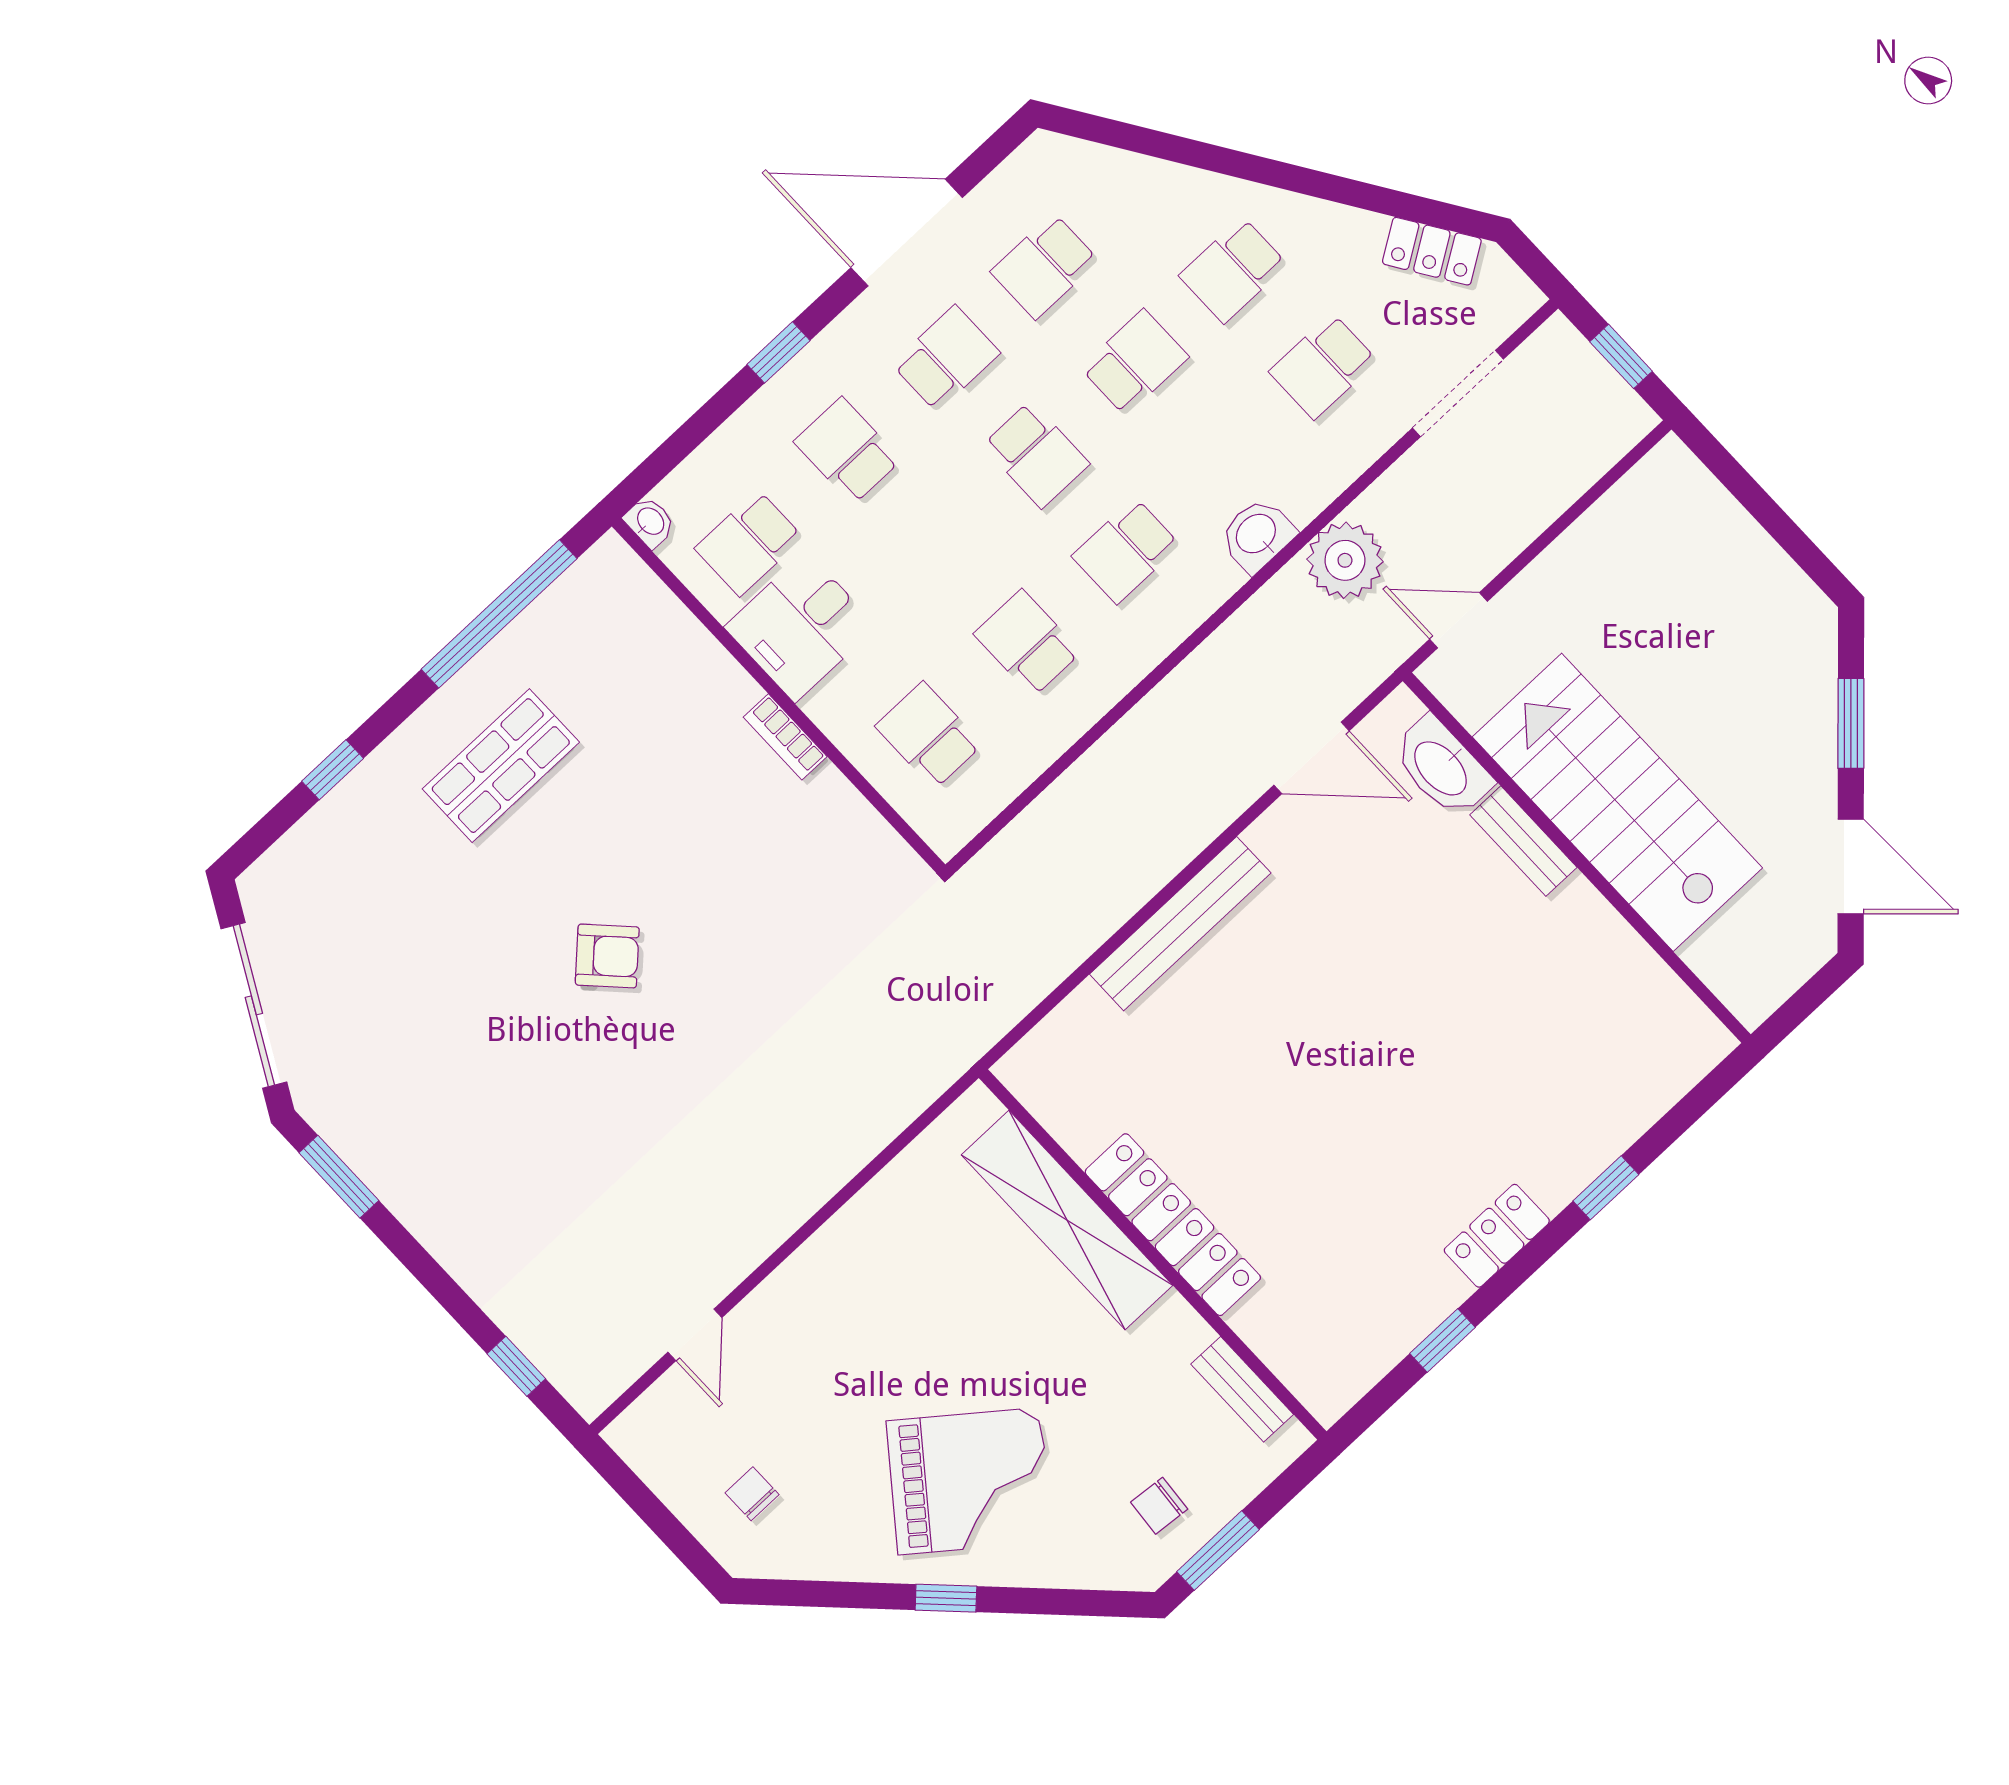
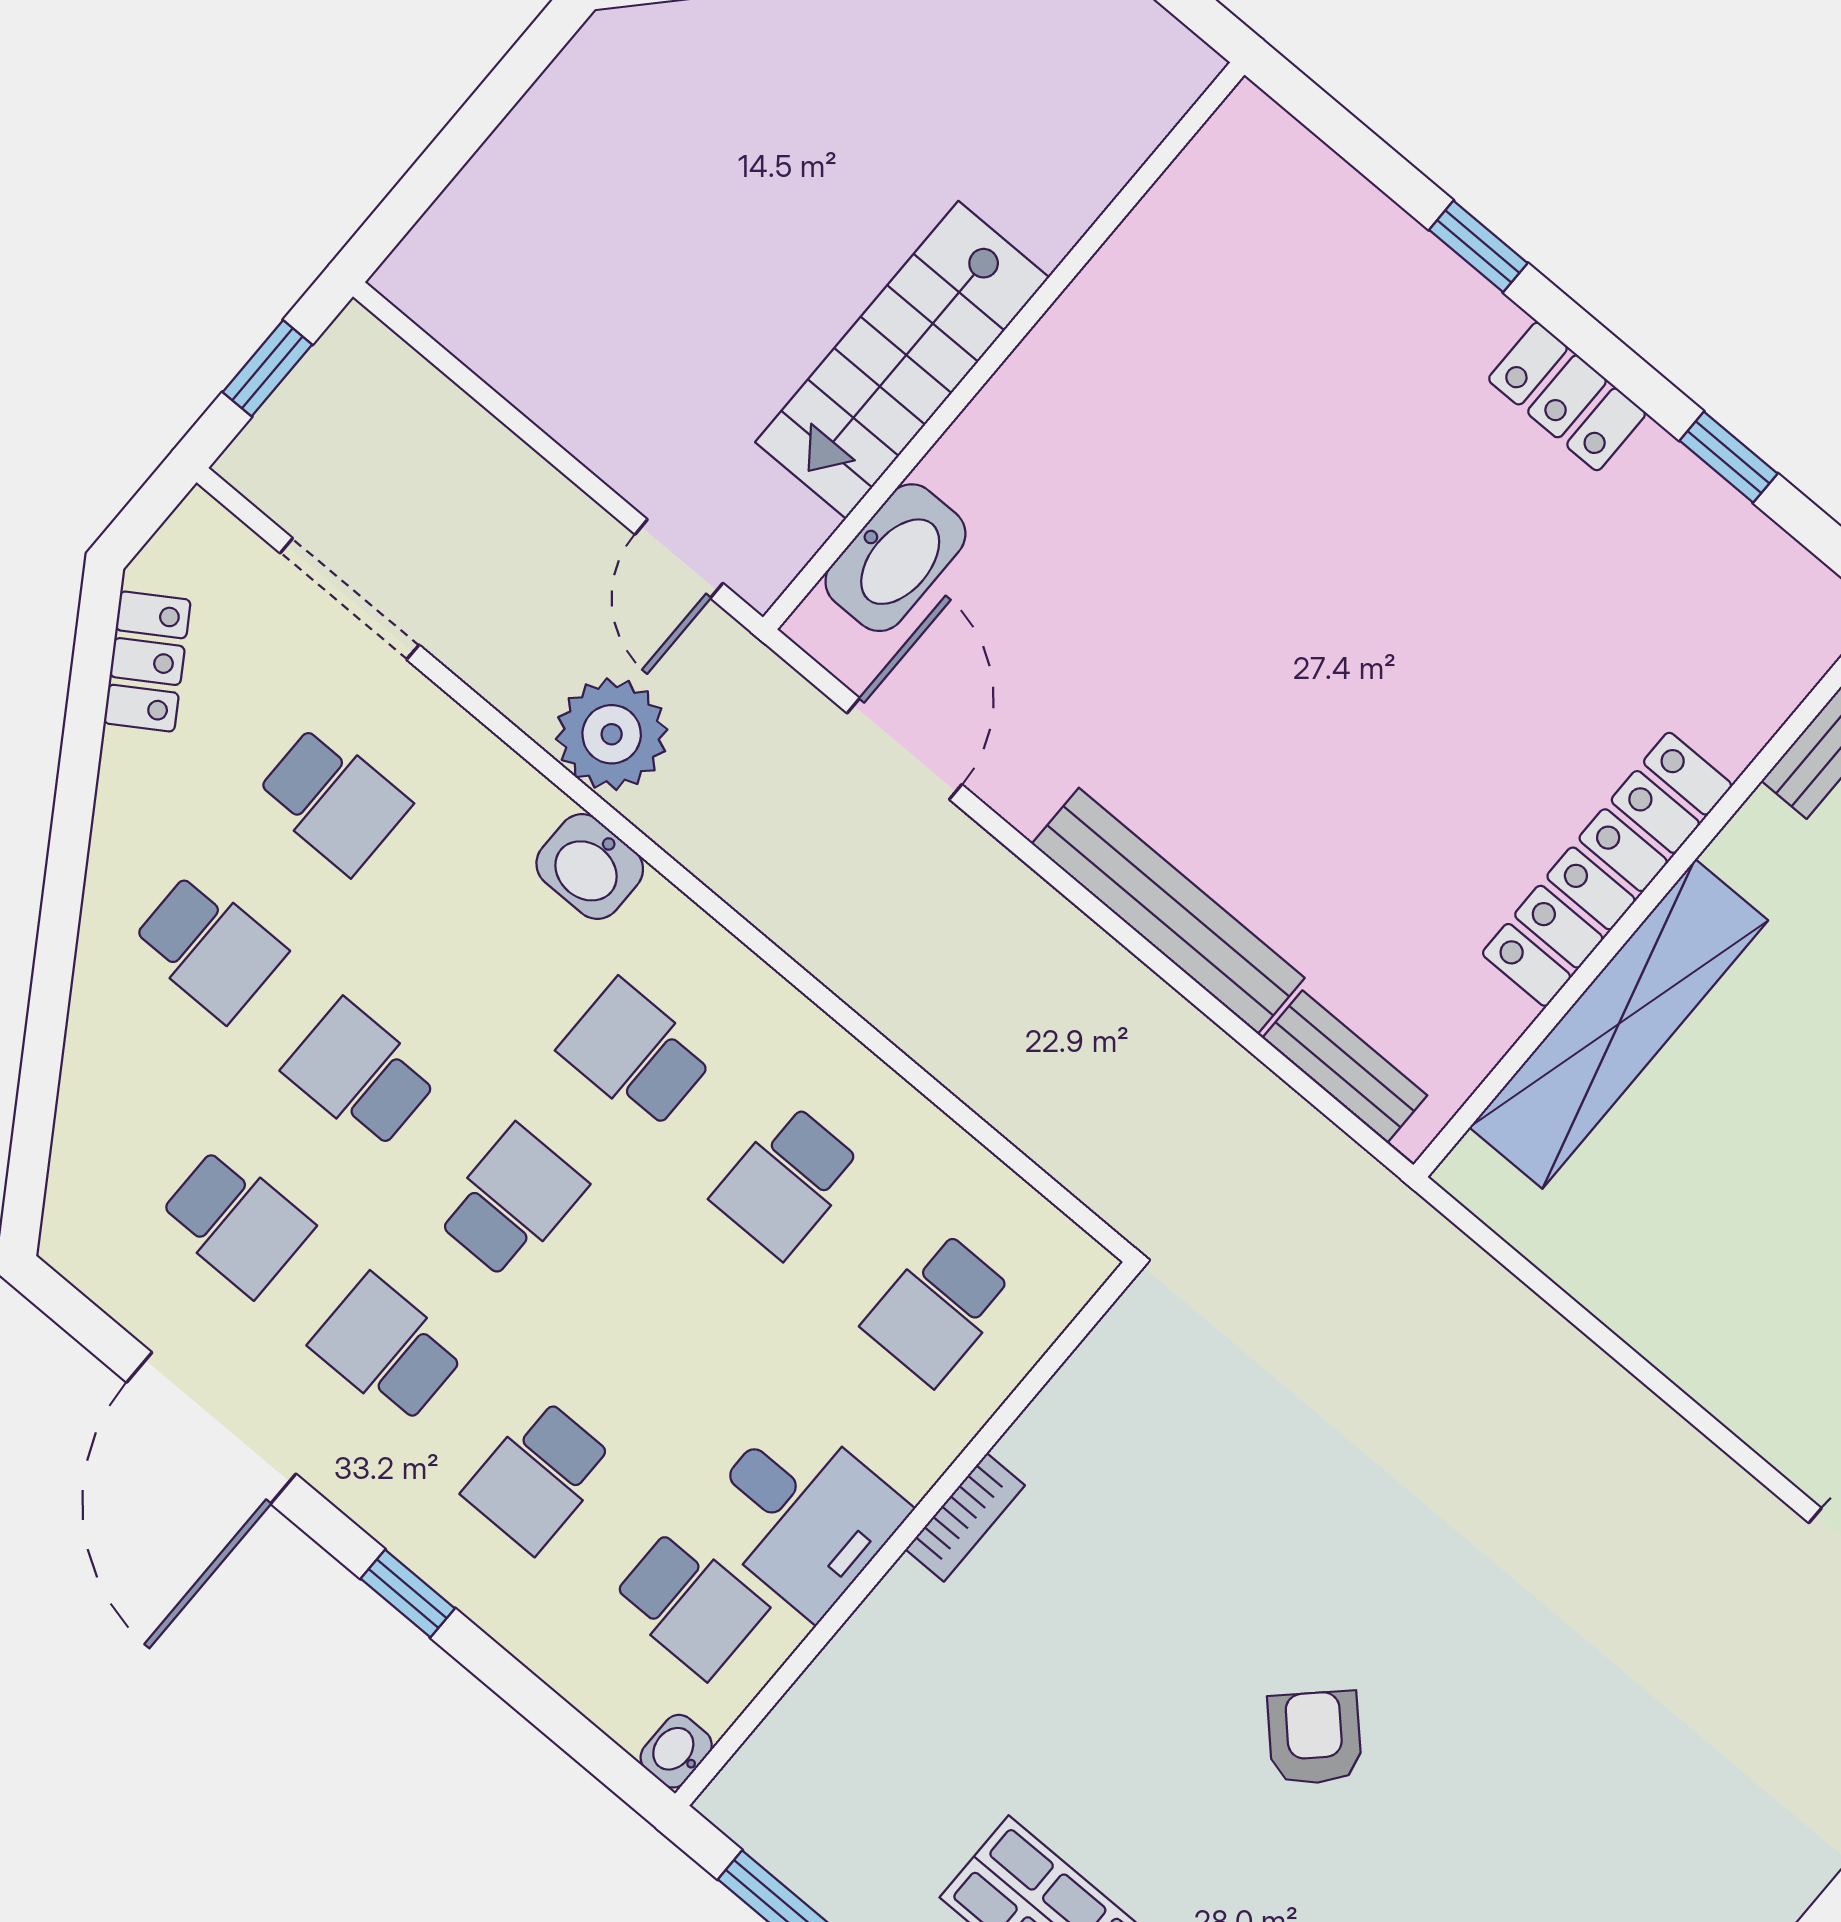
school desk: (1126, 551) -> (636, 1054), turned 180
stairs: (1617, 802) -> (902, 360), width x0.73, depth x0.66
bench: (1523, 841) -> (1345, 1067), moved, turned 90

